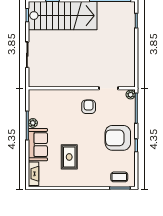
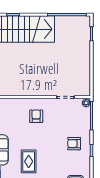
armchair: (89, 107) -> (36, 116), moved
armchair: (118, 138) -> (74, 144), width x0.53, depth x0.53

